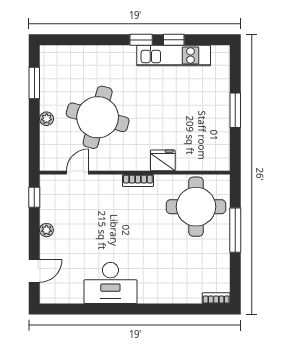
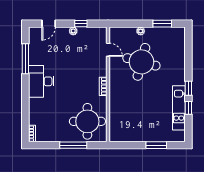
window: (235, 110) -> (156, 145), moved
fridge: (163, 160) -> (115, 101), removed
window: (34, 197) -> (81, 24), moved
door: (34, 271) -> (49, 24), hinge flipped
desk: (110, 283) -> (41, 81), moved
window: (92, 309) -> (25, 59), added

